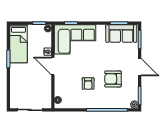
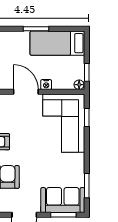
sofa: (121, 33) -> (63, 200), moved, turned 90
door: (53, 66) -> (26, 92), hinge flipped

